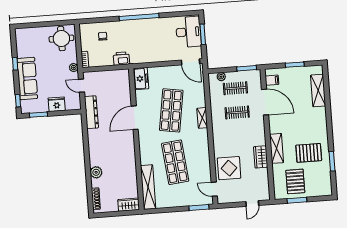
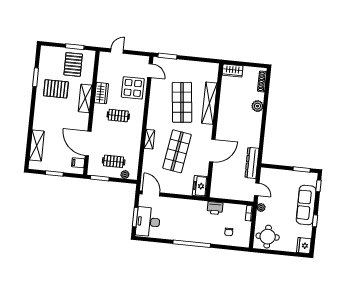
fridge: (57, 104) -> (304, 246), moved, turned 90
clothes rail: (237, 112) -> (118, 116), moved
shelving: (148, 187) -> (209, 103), moved

